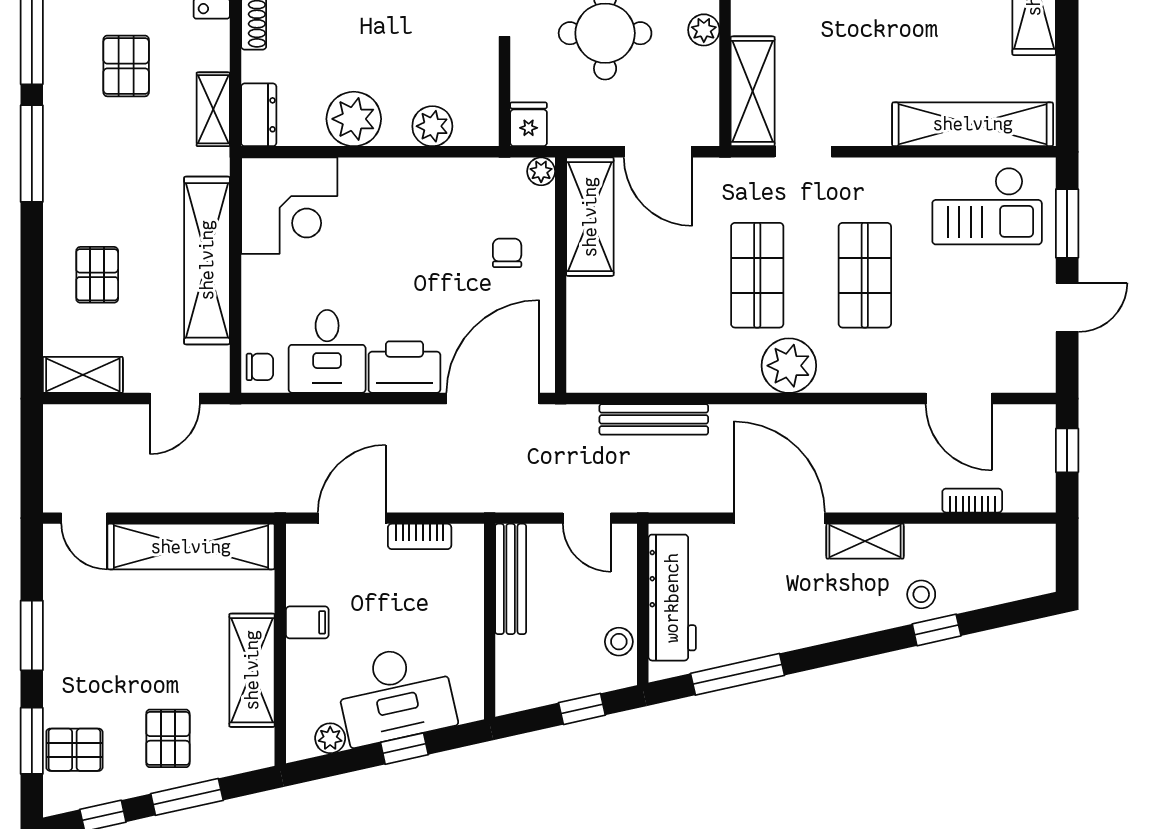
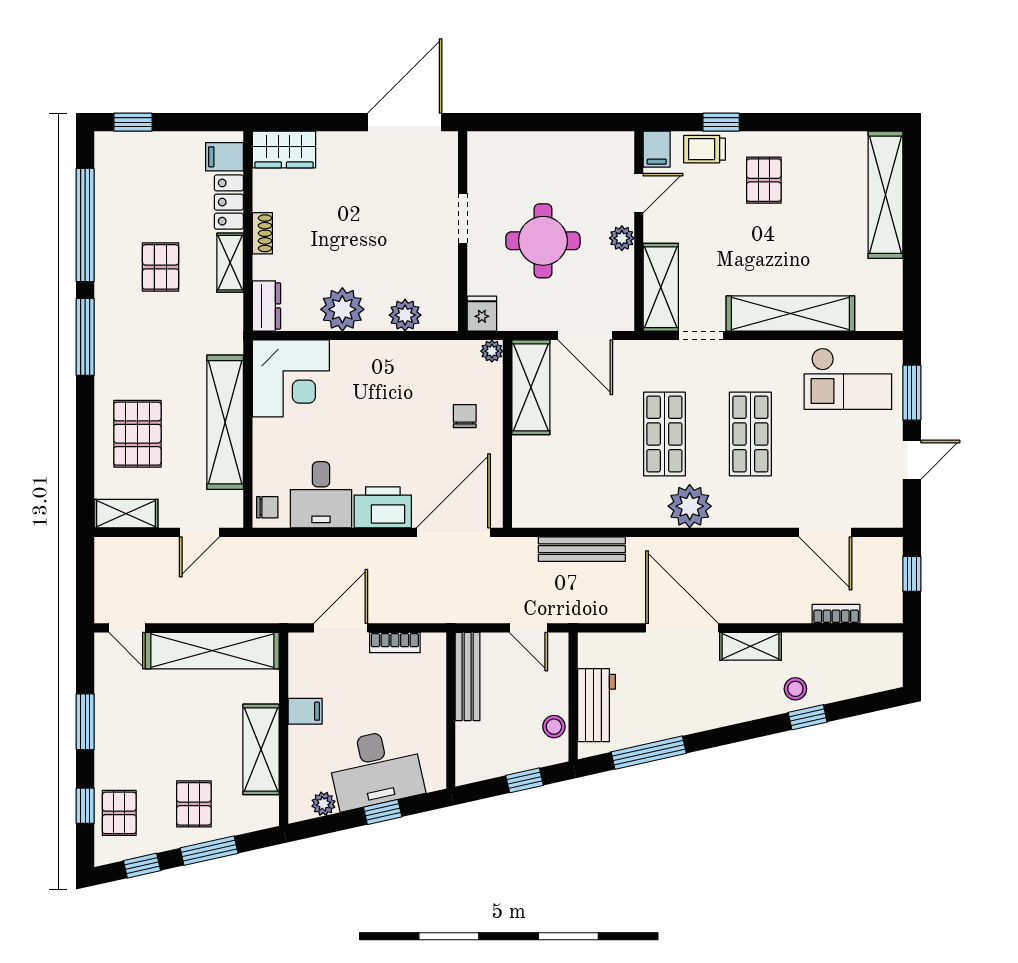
shelving: (213, 109) -> (230, 263), moved
shelving: (973, 124) -> (790, 314), moved
pallet: (97, 275) -> (137, 434), width x1.50, depth x1.42
workbench: (672, 598) -> (596, 705), width x0.73
window: (32, 741) -> (85, 806), width x0.67
pallet: (74, 750) -> (119, 813), turned 90

